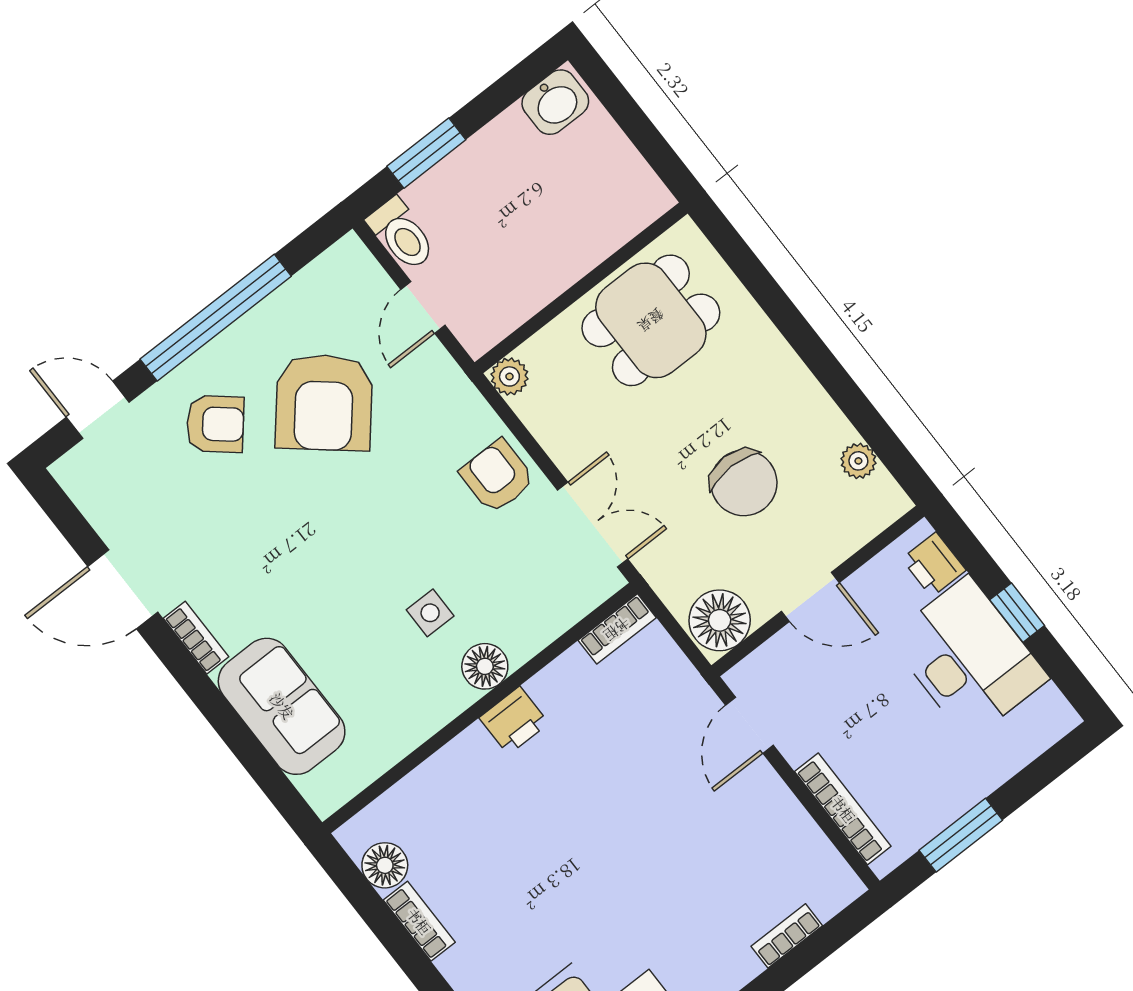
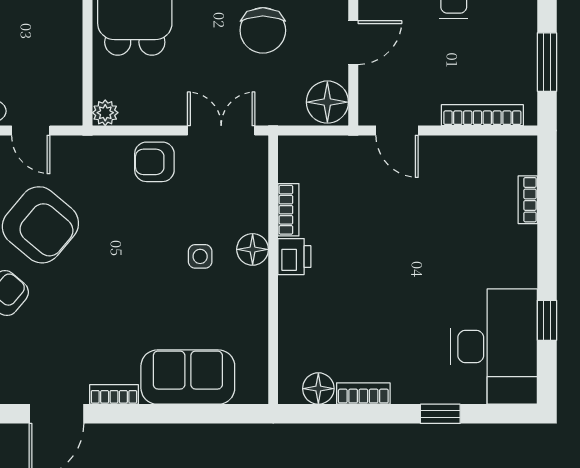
chair: (744, 483) -> (263, 30), turned 90
bookcase: (617, 629) -> (288, 210), moved

